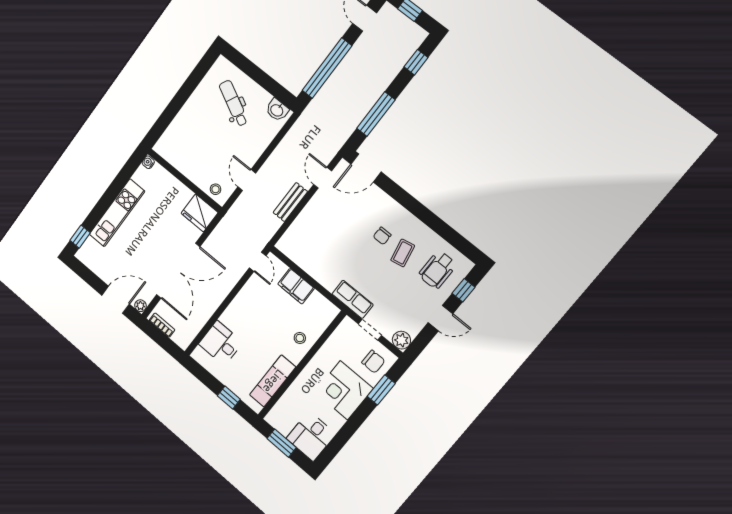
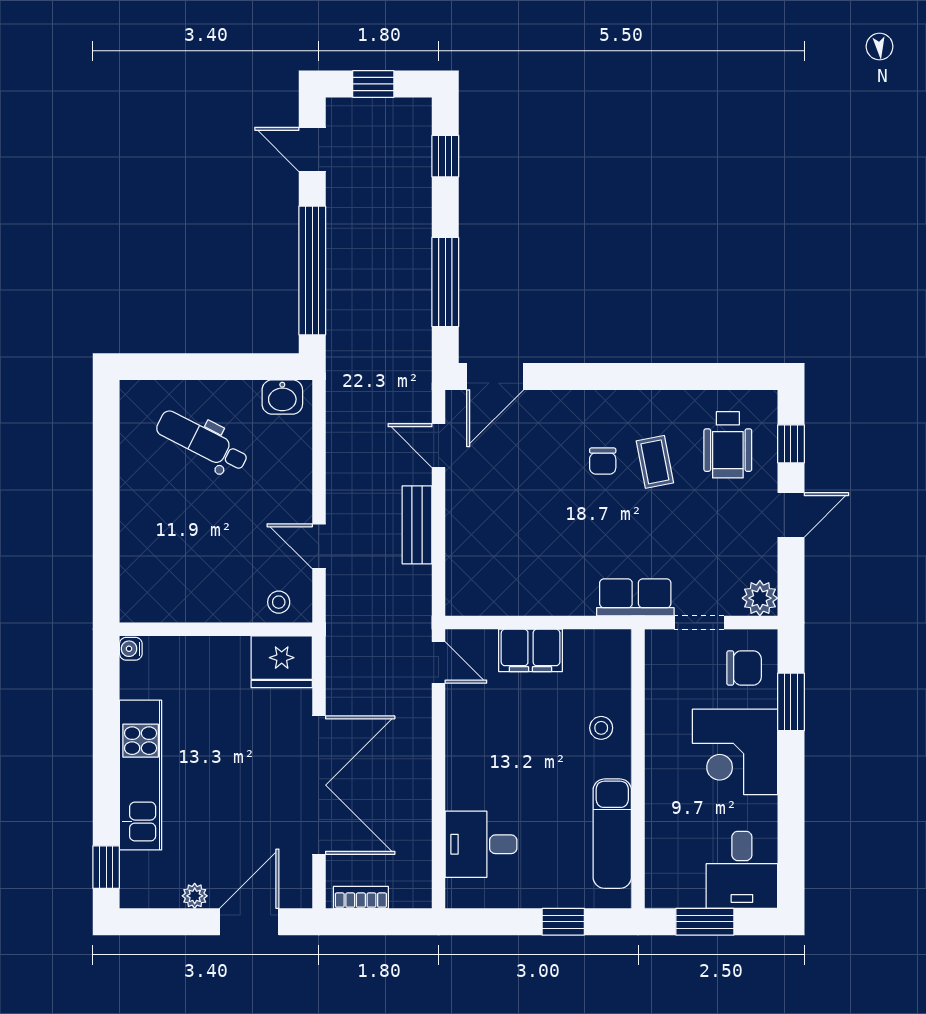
plant: (141, 306) -> (195, 896), moved

